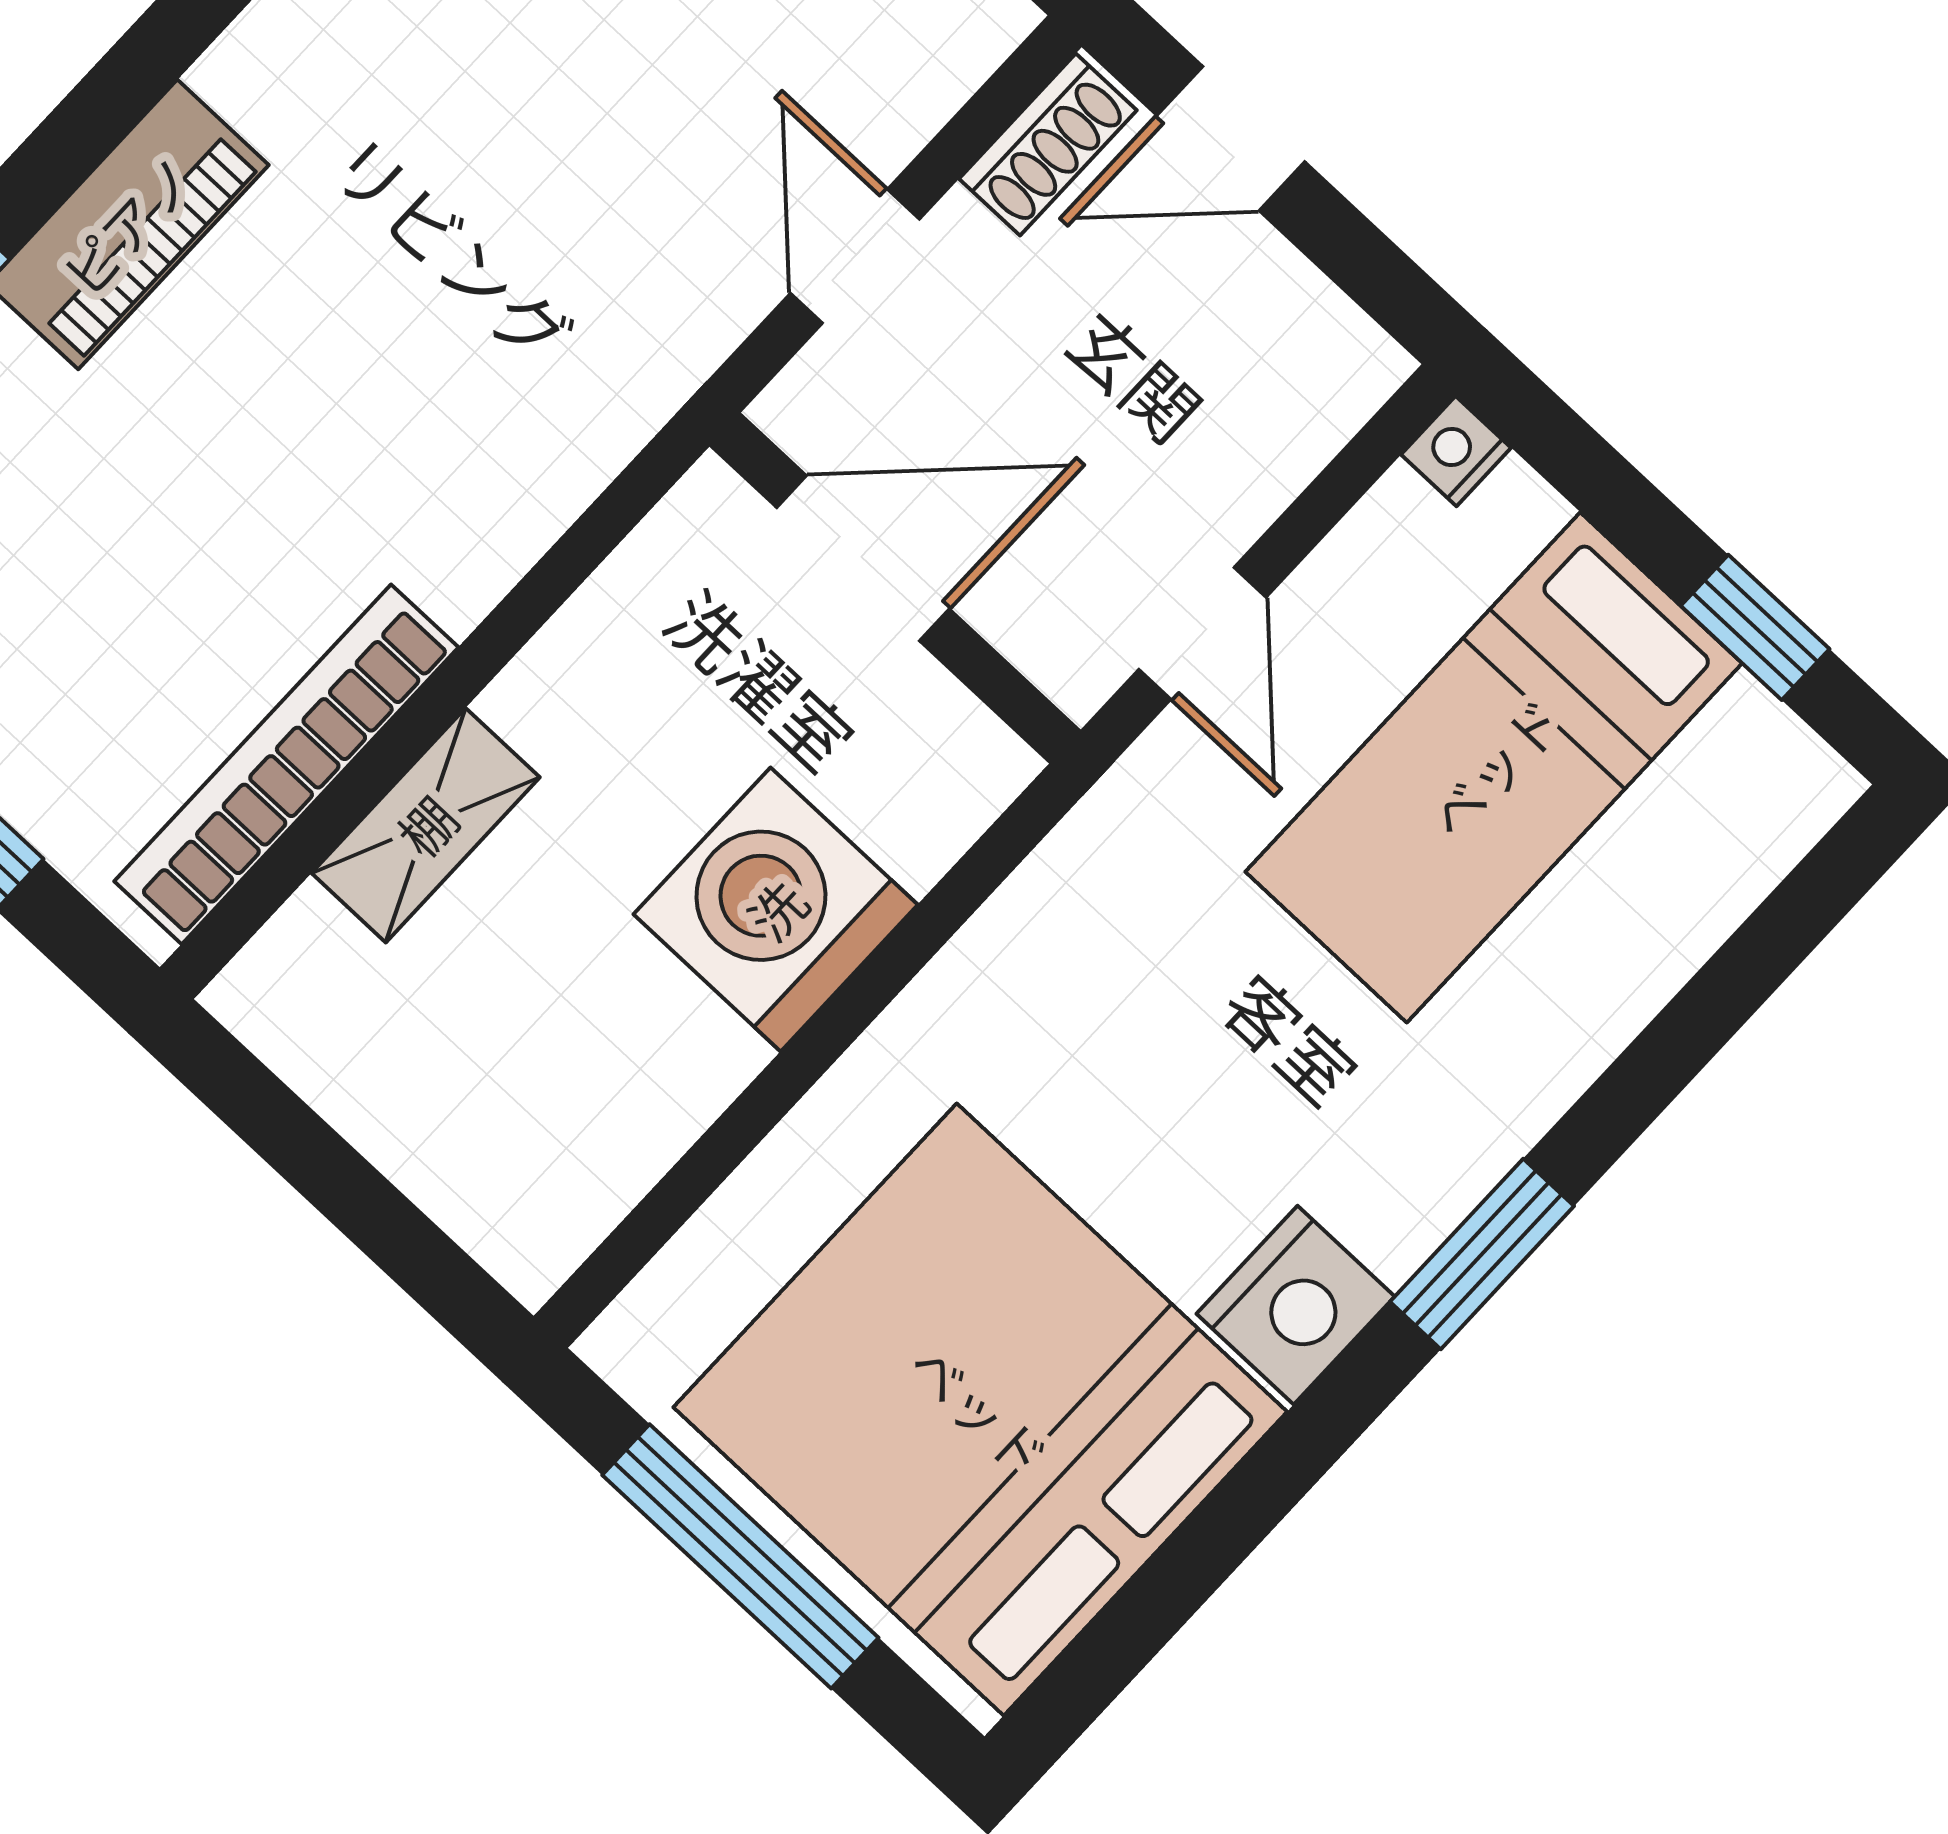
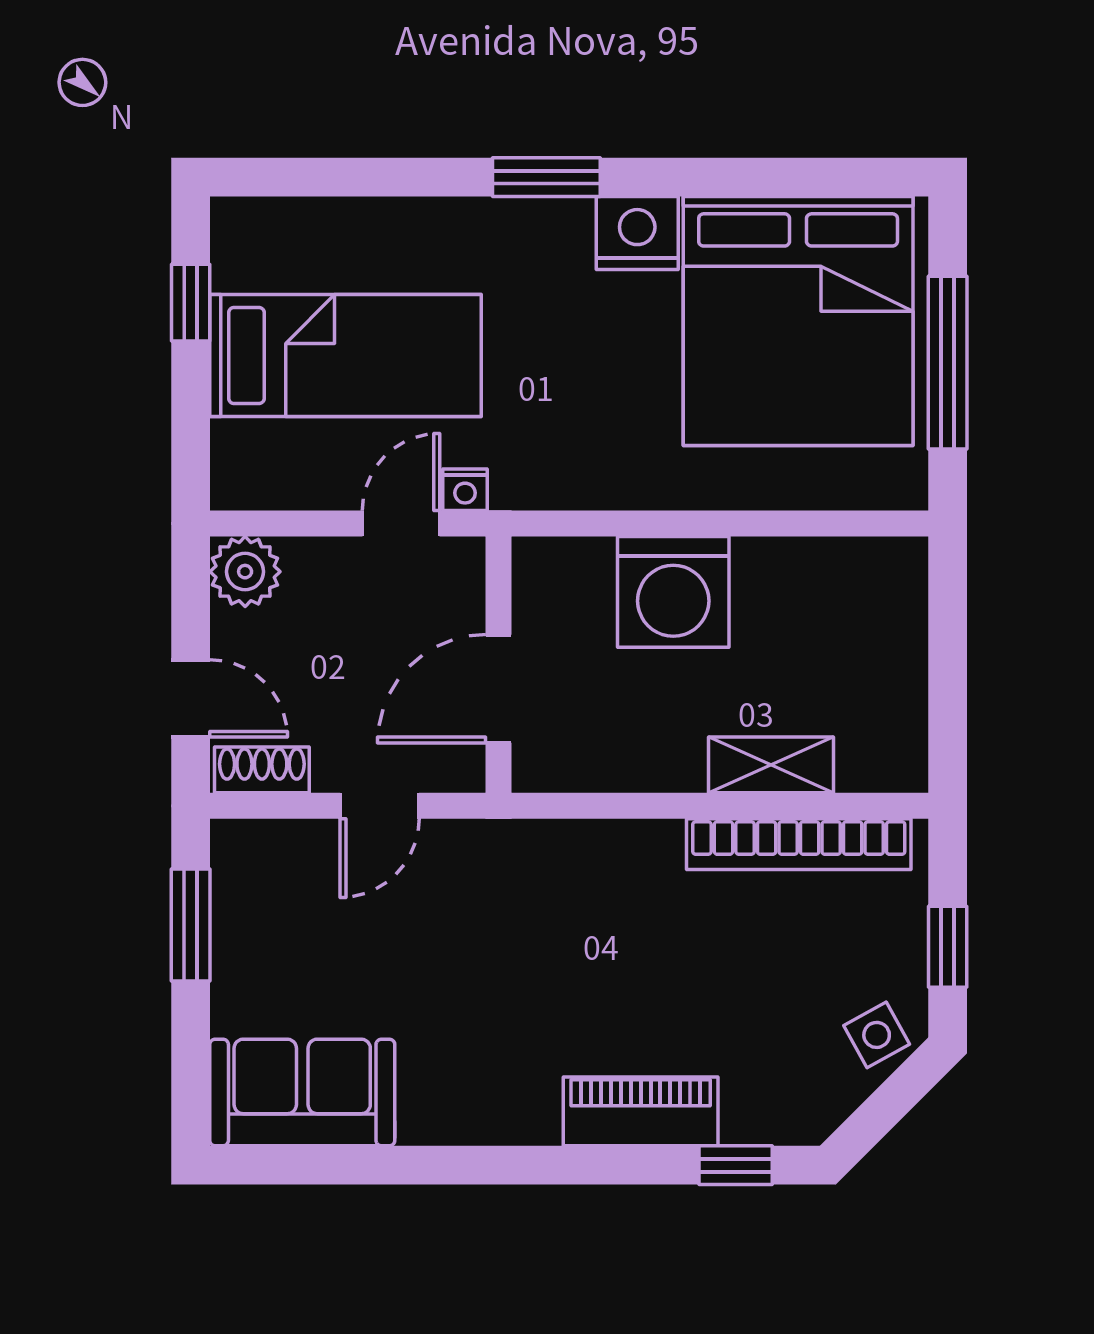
plant: (1332, 367) -> (245, 572), added
nightstand: (1456, 451) -> (465, 490), moved
door: (863, 558) -> (499, 689), hinge flipped

